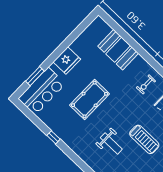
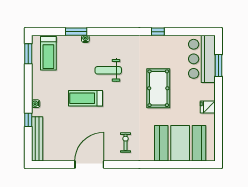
booth: (118, 50) -> (180, 143), width x1.36, depth x1.42
fridge: (67, 60) -> (208, 107), width x0.53, depth x0.75

